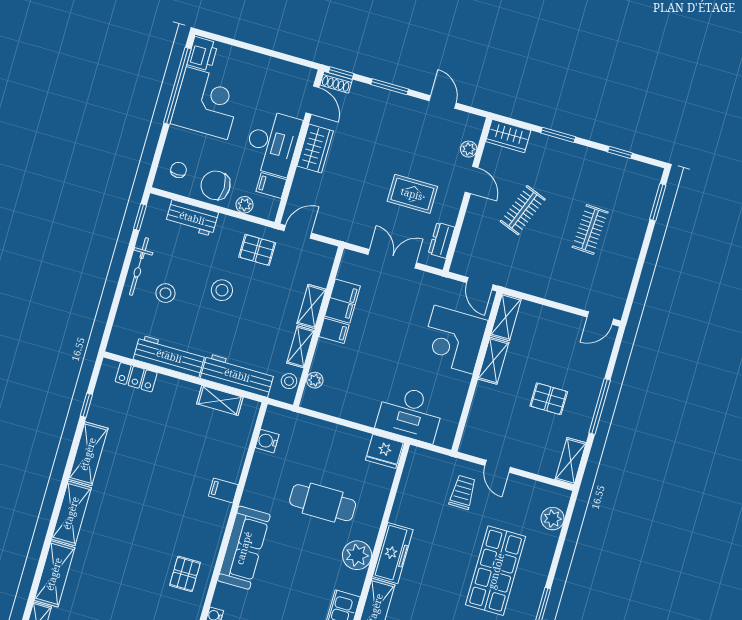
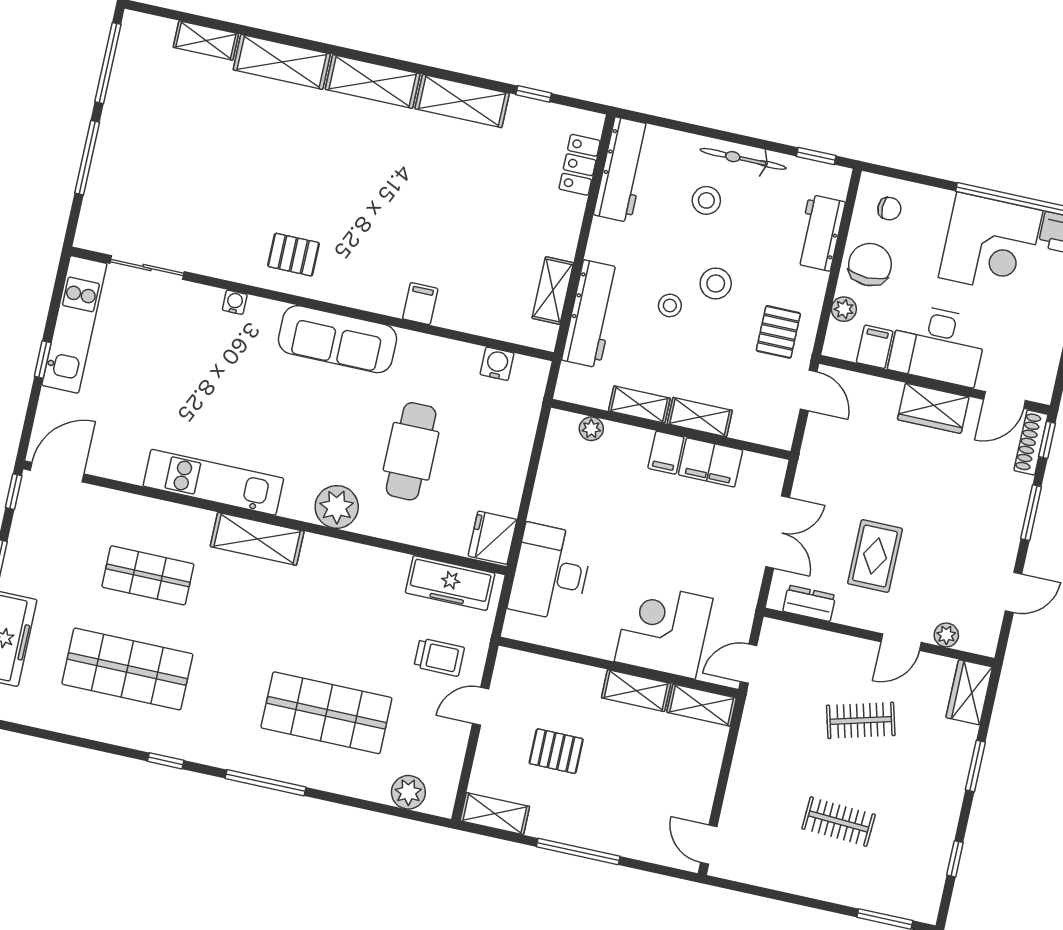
shoe rack: (336, 82) -> (1031, 442), width x1.43
clothes rail: (523, 210) -> (861, 720), turned -36
workbench: (169, 356) -> (623, 170), moved
stool: (289, 381) -> (670, 305), moved
pallet: (549, 399) -> (556, 751), moved, turned 90
freezer: (393, 553) -> (450, 583), moved

